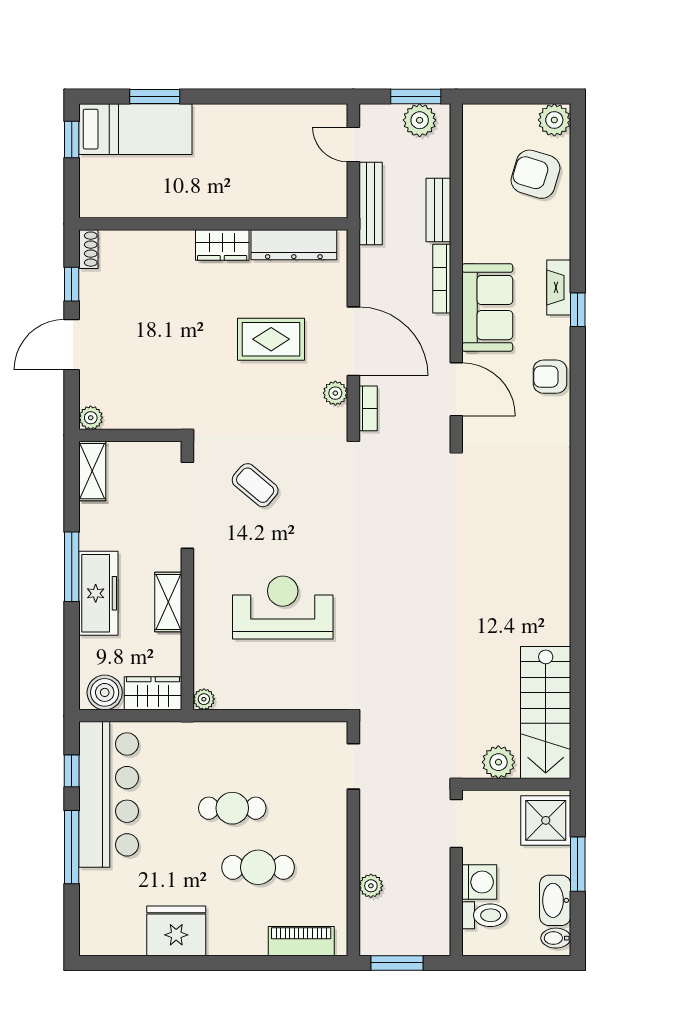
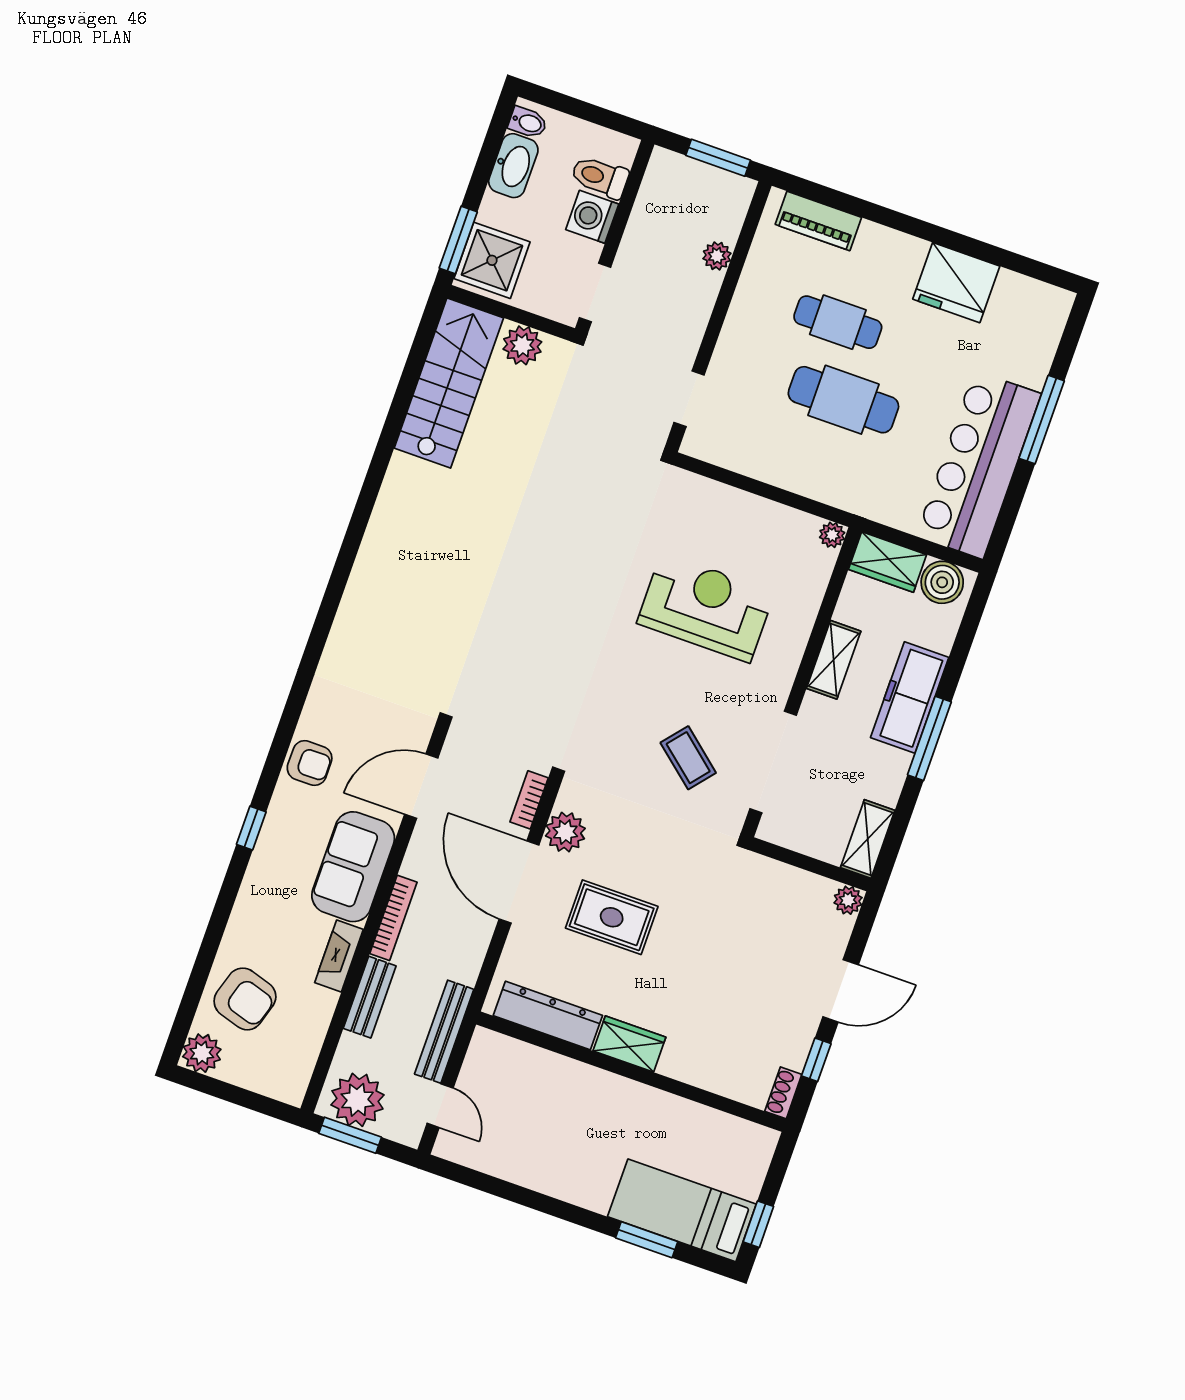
plant: (420, 120) -> (357, 1100), width x1.36, depth x1.36
fireplace: (559, 287) -> (339, 956), moved, turned 180
door: (456, 389) -> (421, 786), hinge flipped
plant: (335, 393) -> (565, 832), width x1.38, depth x1.38
reception desk: (283, 608) -> (706, 608), turned 180
window: (72, 771) -> (1011, 506), removed
cafe table: (232, 808) -> (843, 400), width x1.37, depth x1.35
window: (578, 864) -> (458, 240), moved

